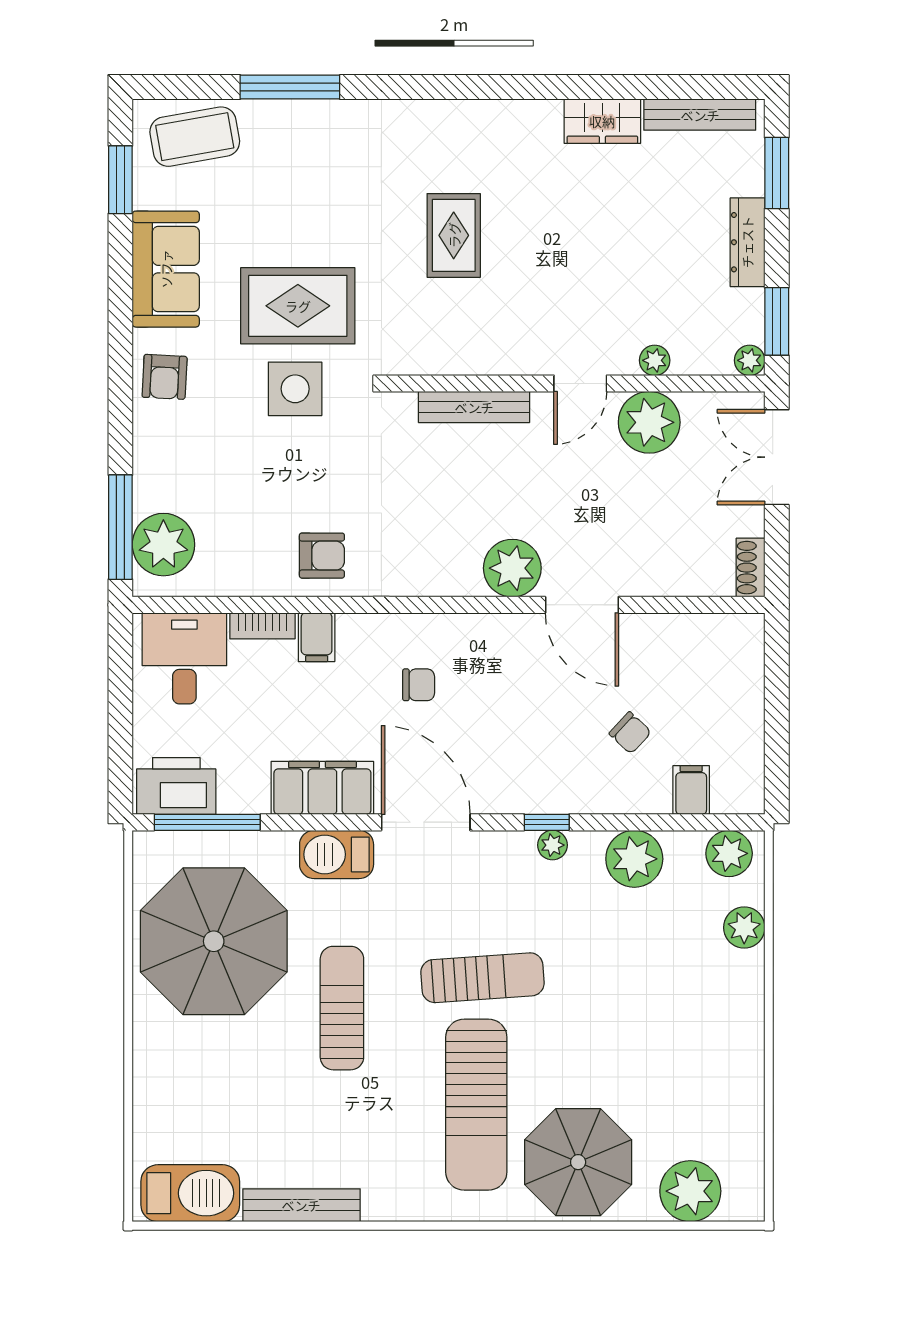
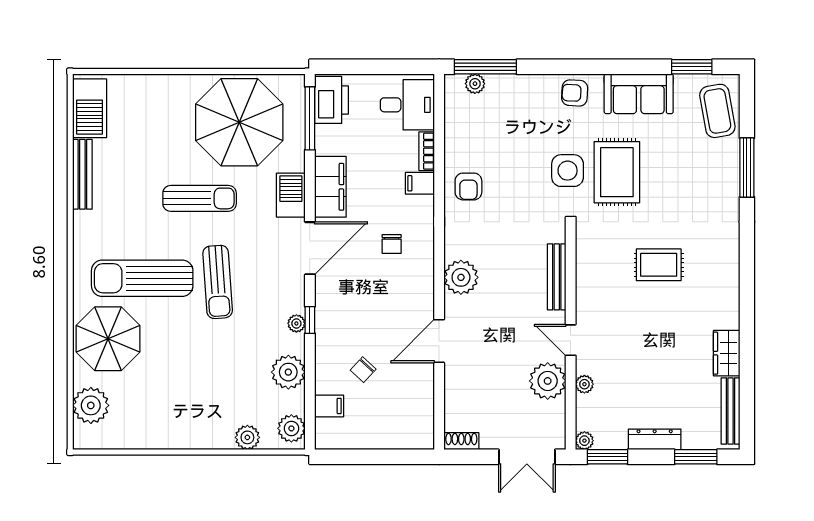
double door: (777, 457) -> (527, 457), swing flipped
plant: (163, 545) -> (475, 84), width x0.53, depth x0.53
plant: (512, 568) -> (461, 277), moved

